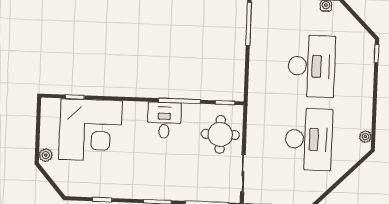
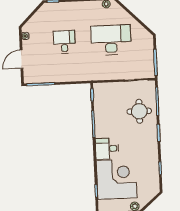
desk: (312, 66) -> (64, 42), width x0.53, depth x0.77
desk: (164, 120) -> (107, 149), moved
round table: (220, 134) -> (139, 111), moved

